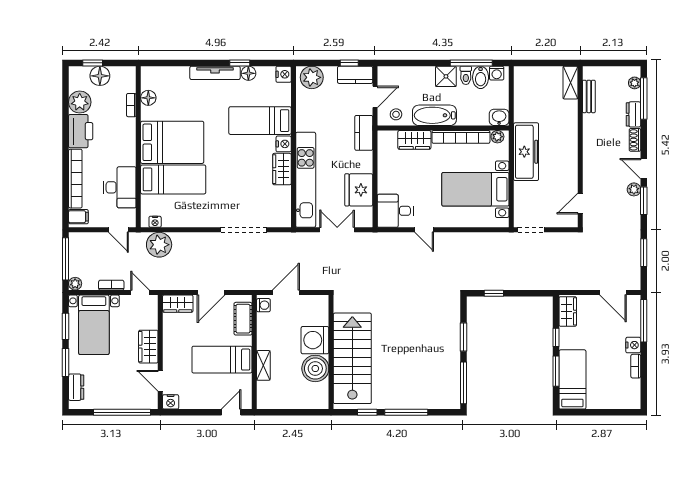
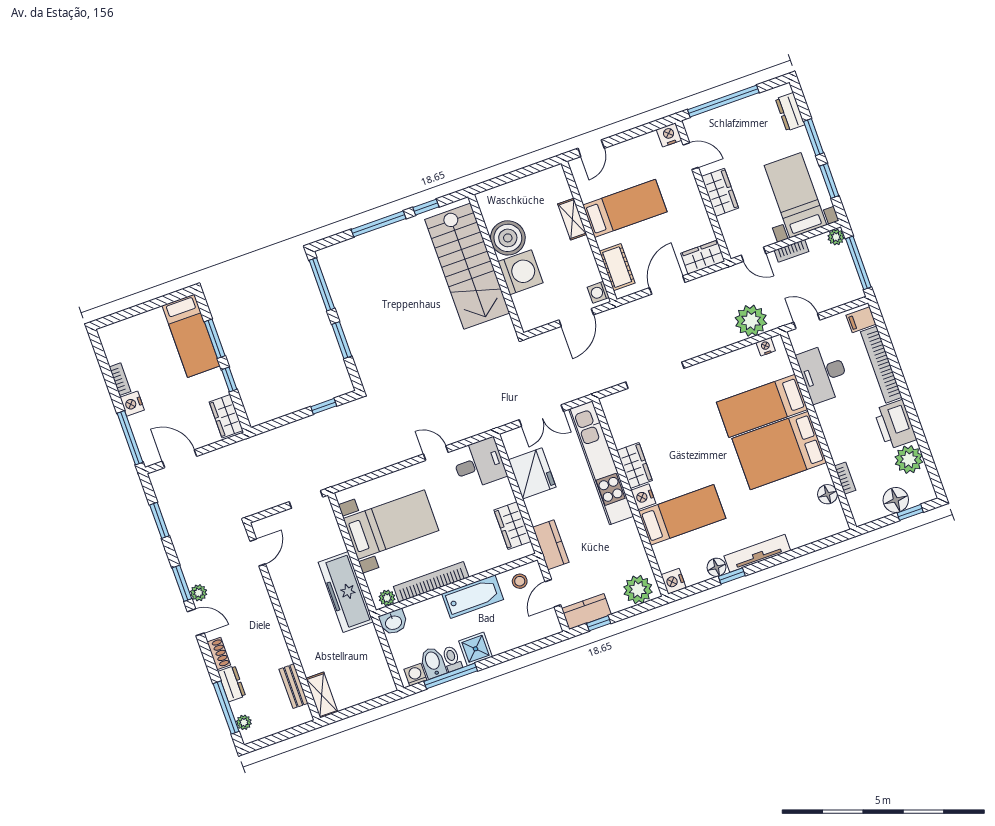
wardrobe: (414, 140) -> (513, 526), moved, turned -90

